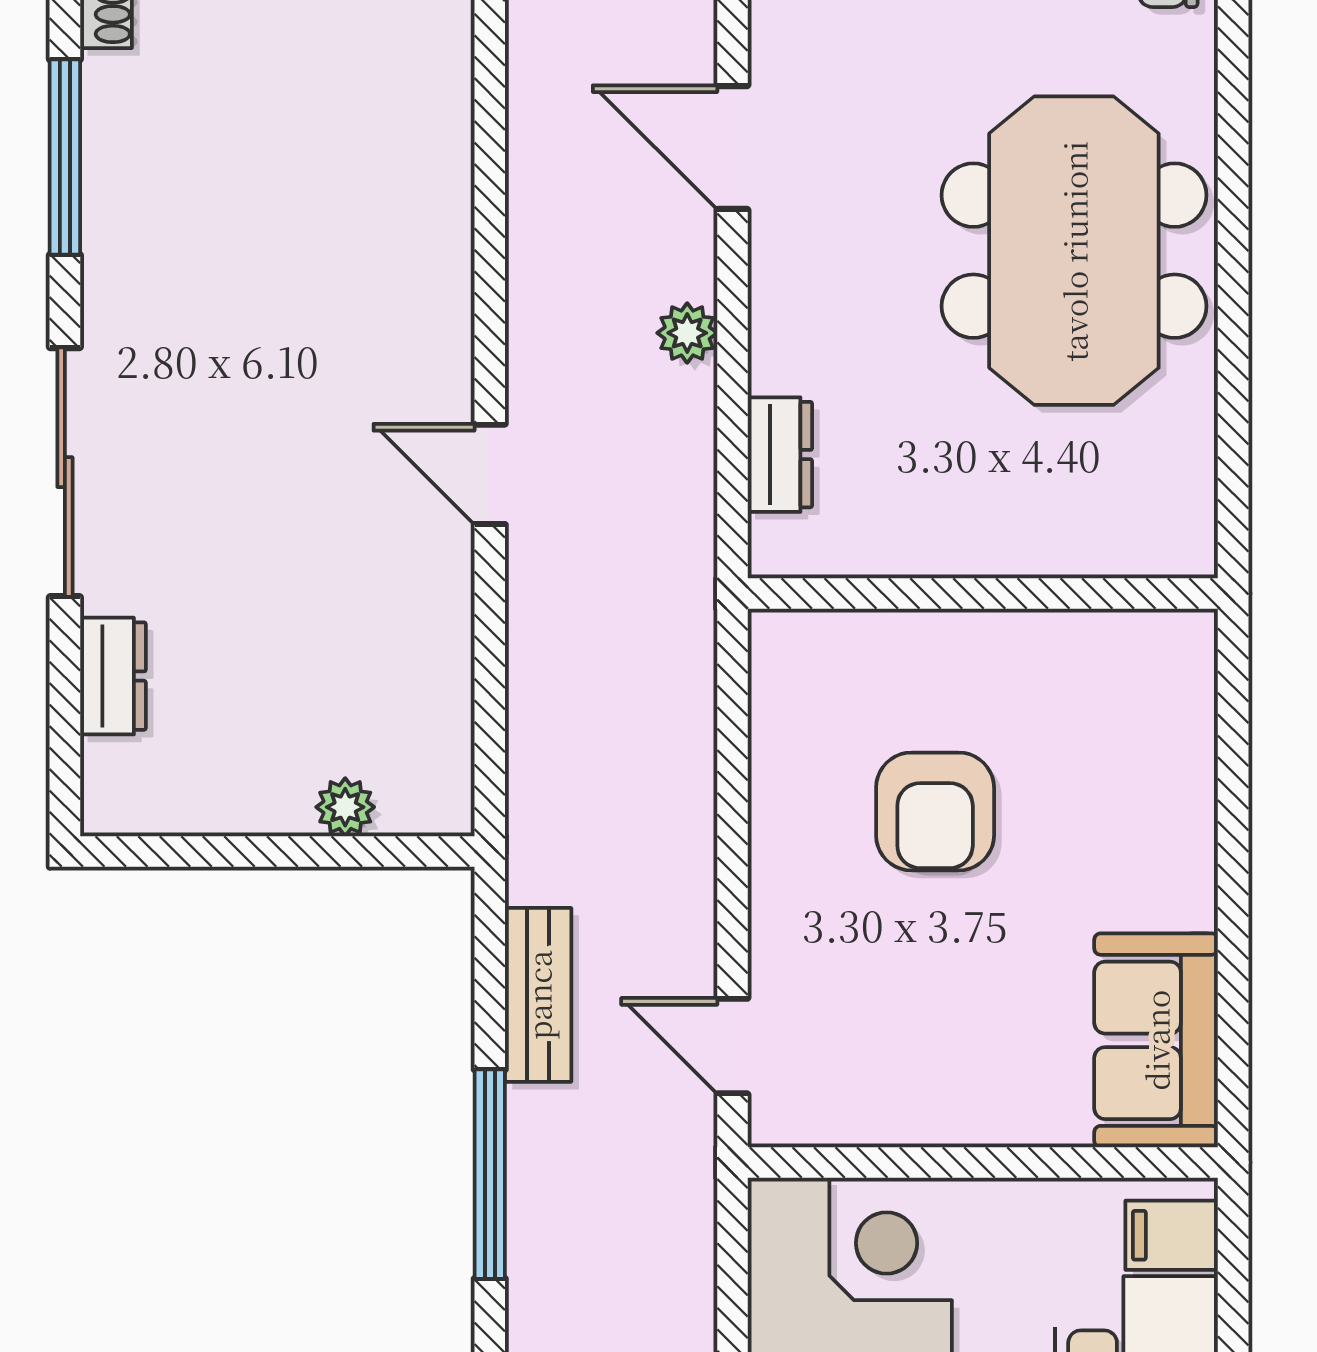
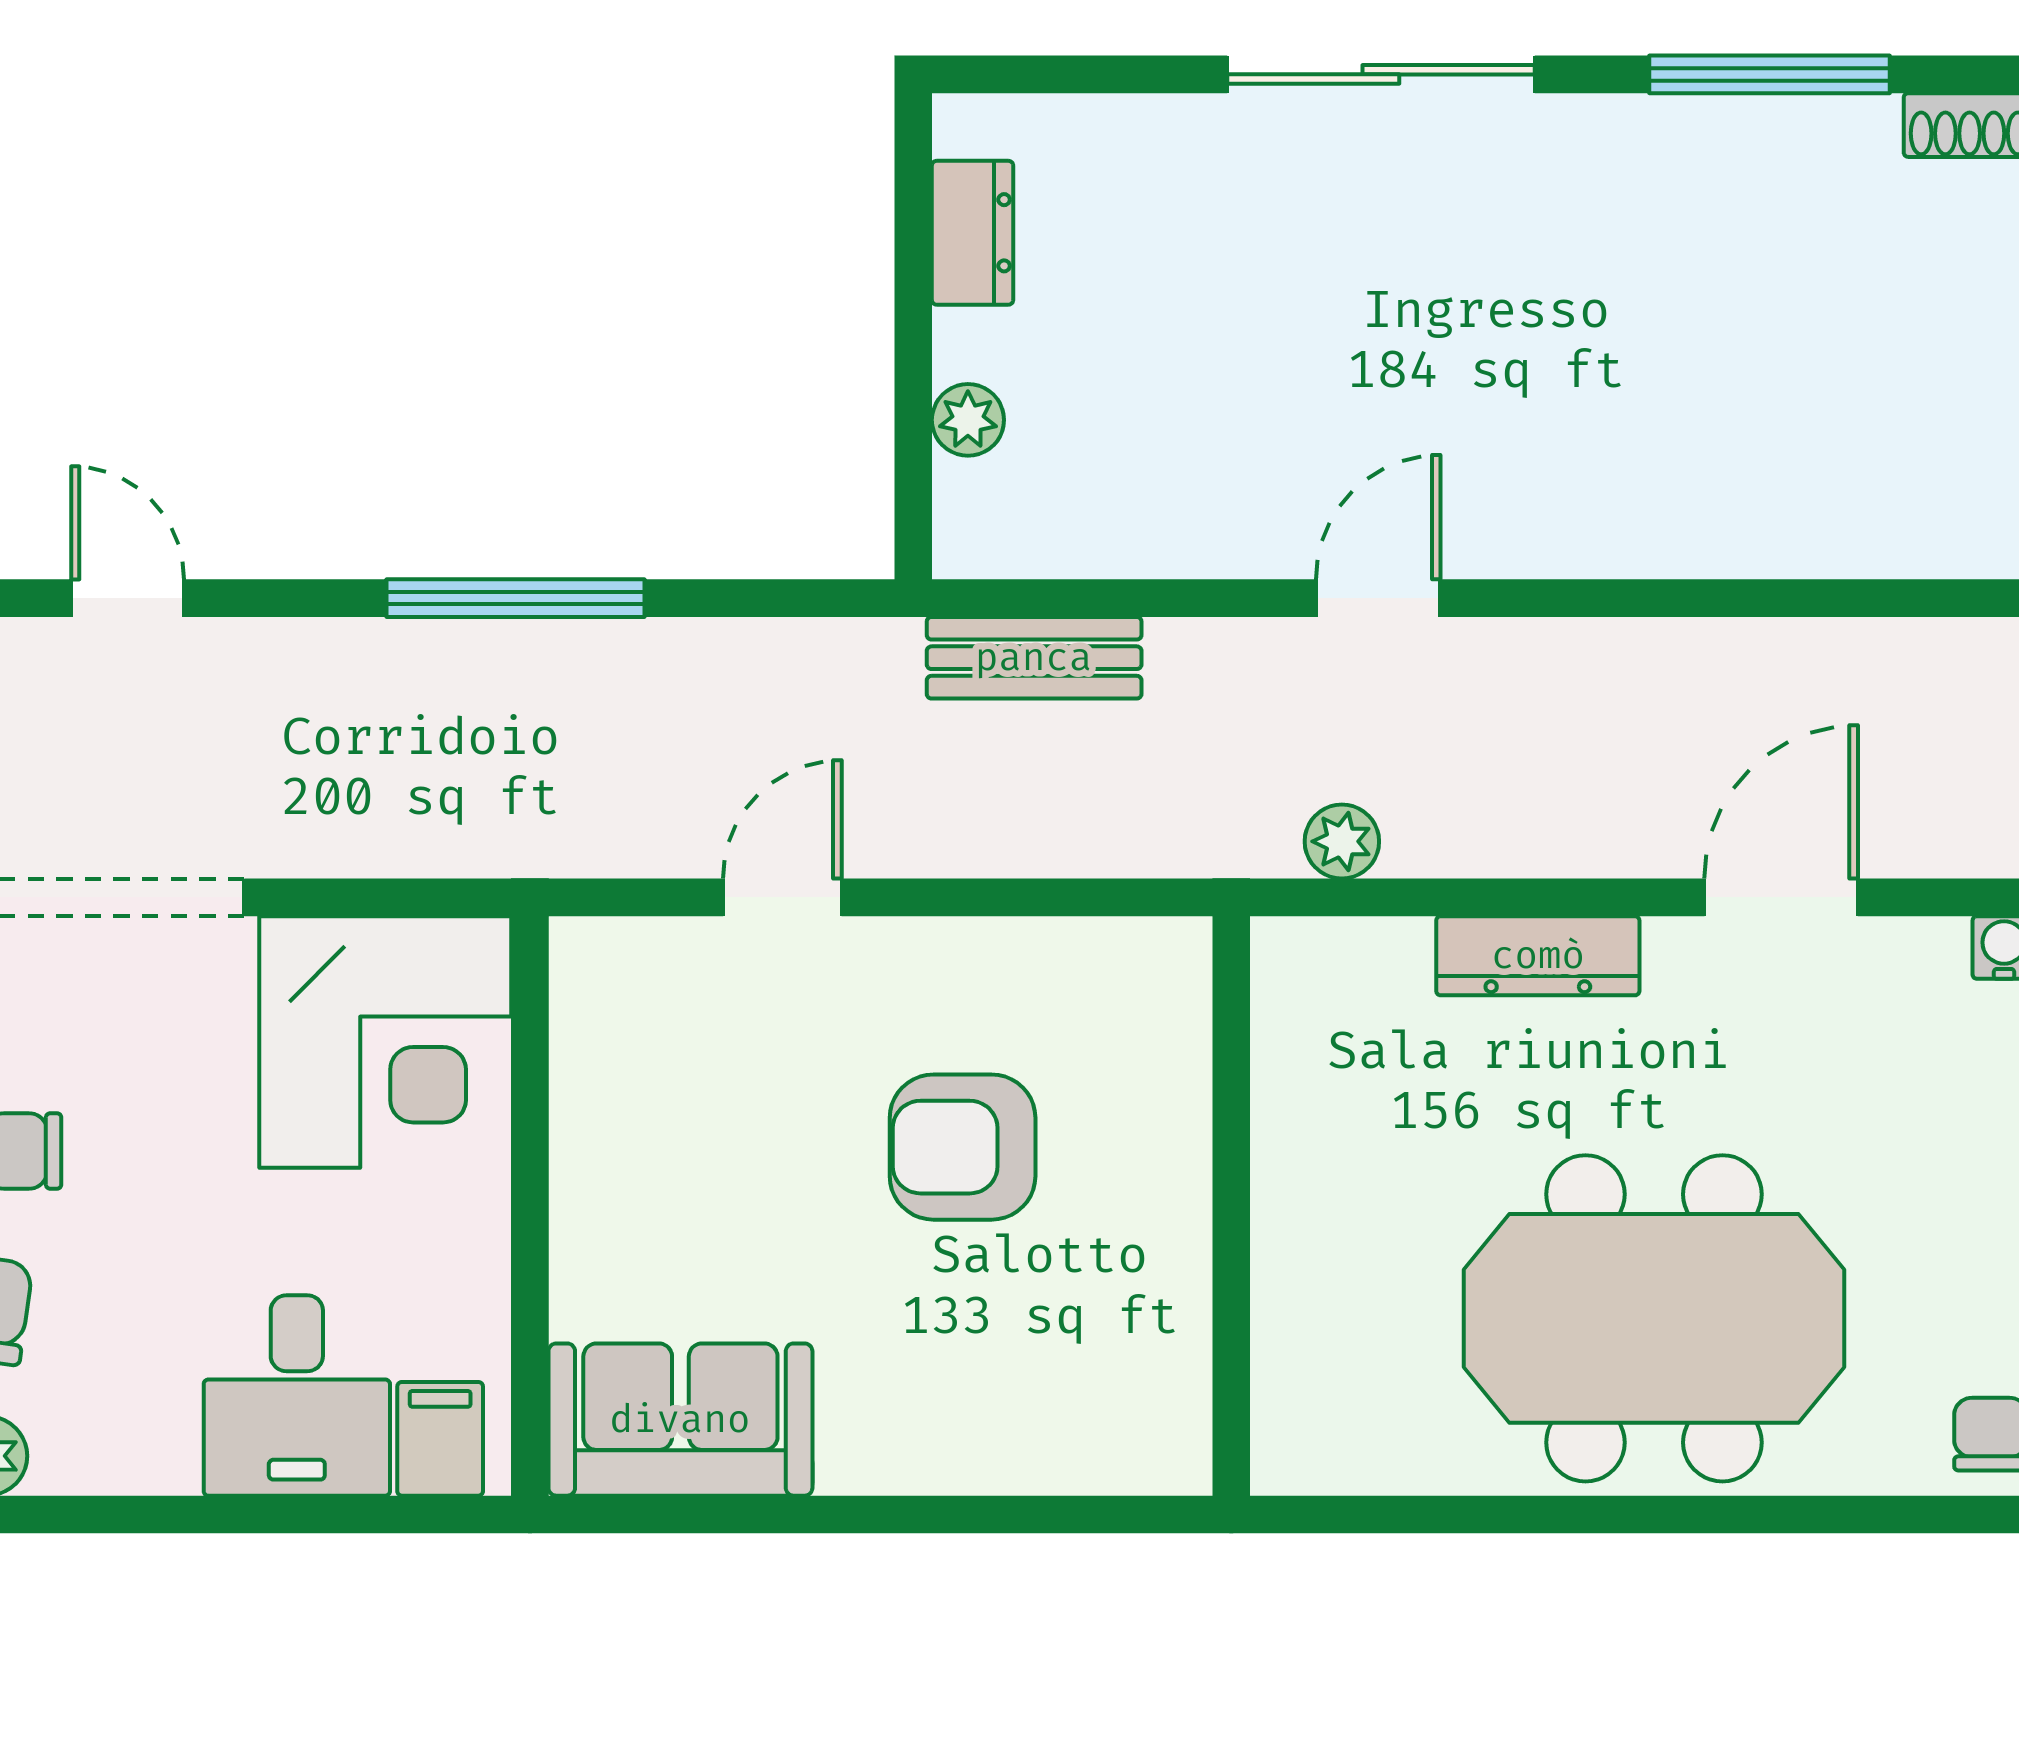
plant: (687, 333) -> (1342, 841), moved
dresser: (780, 455) -> (1538, 956), moved, width x1.44
dresser: (113, 676) -> (973, 233), moved, turned -90
bench: (538, 995) -> (1034, 658), moved
door: (732, 1046) -> (782, 897), moved

